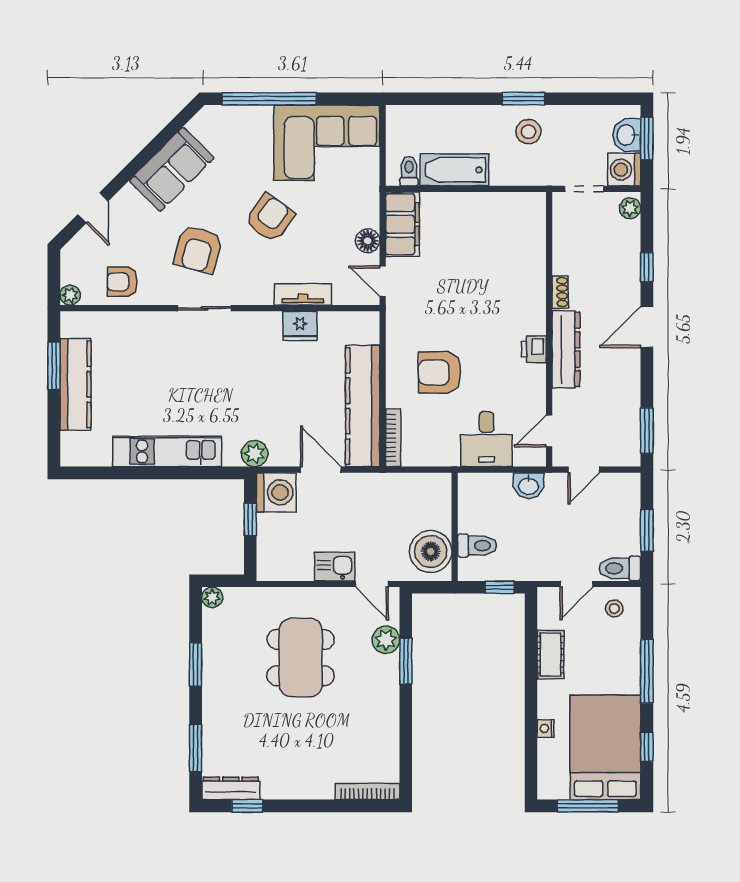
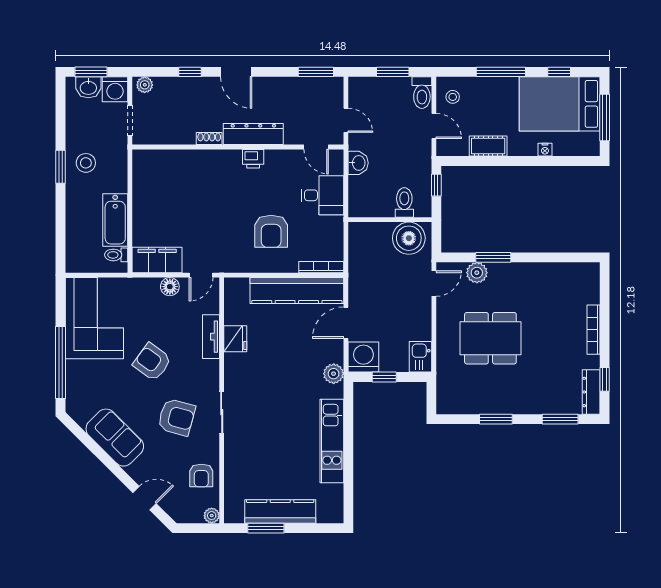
kitchen sink: (335, 567) -> (420, 357), moved
plant: (212, 597) -> (444, 406), removed
bookcase: (367, 791) -> (593, 330), moved

